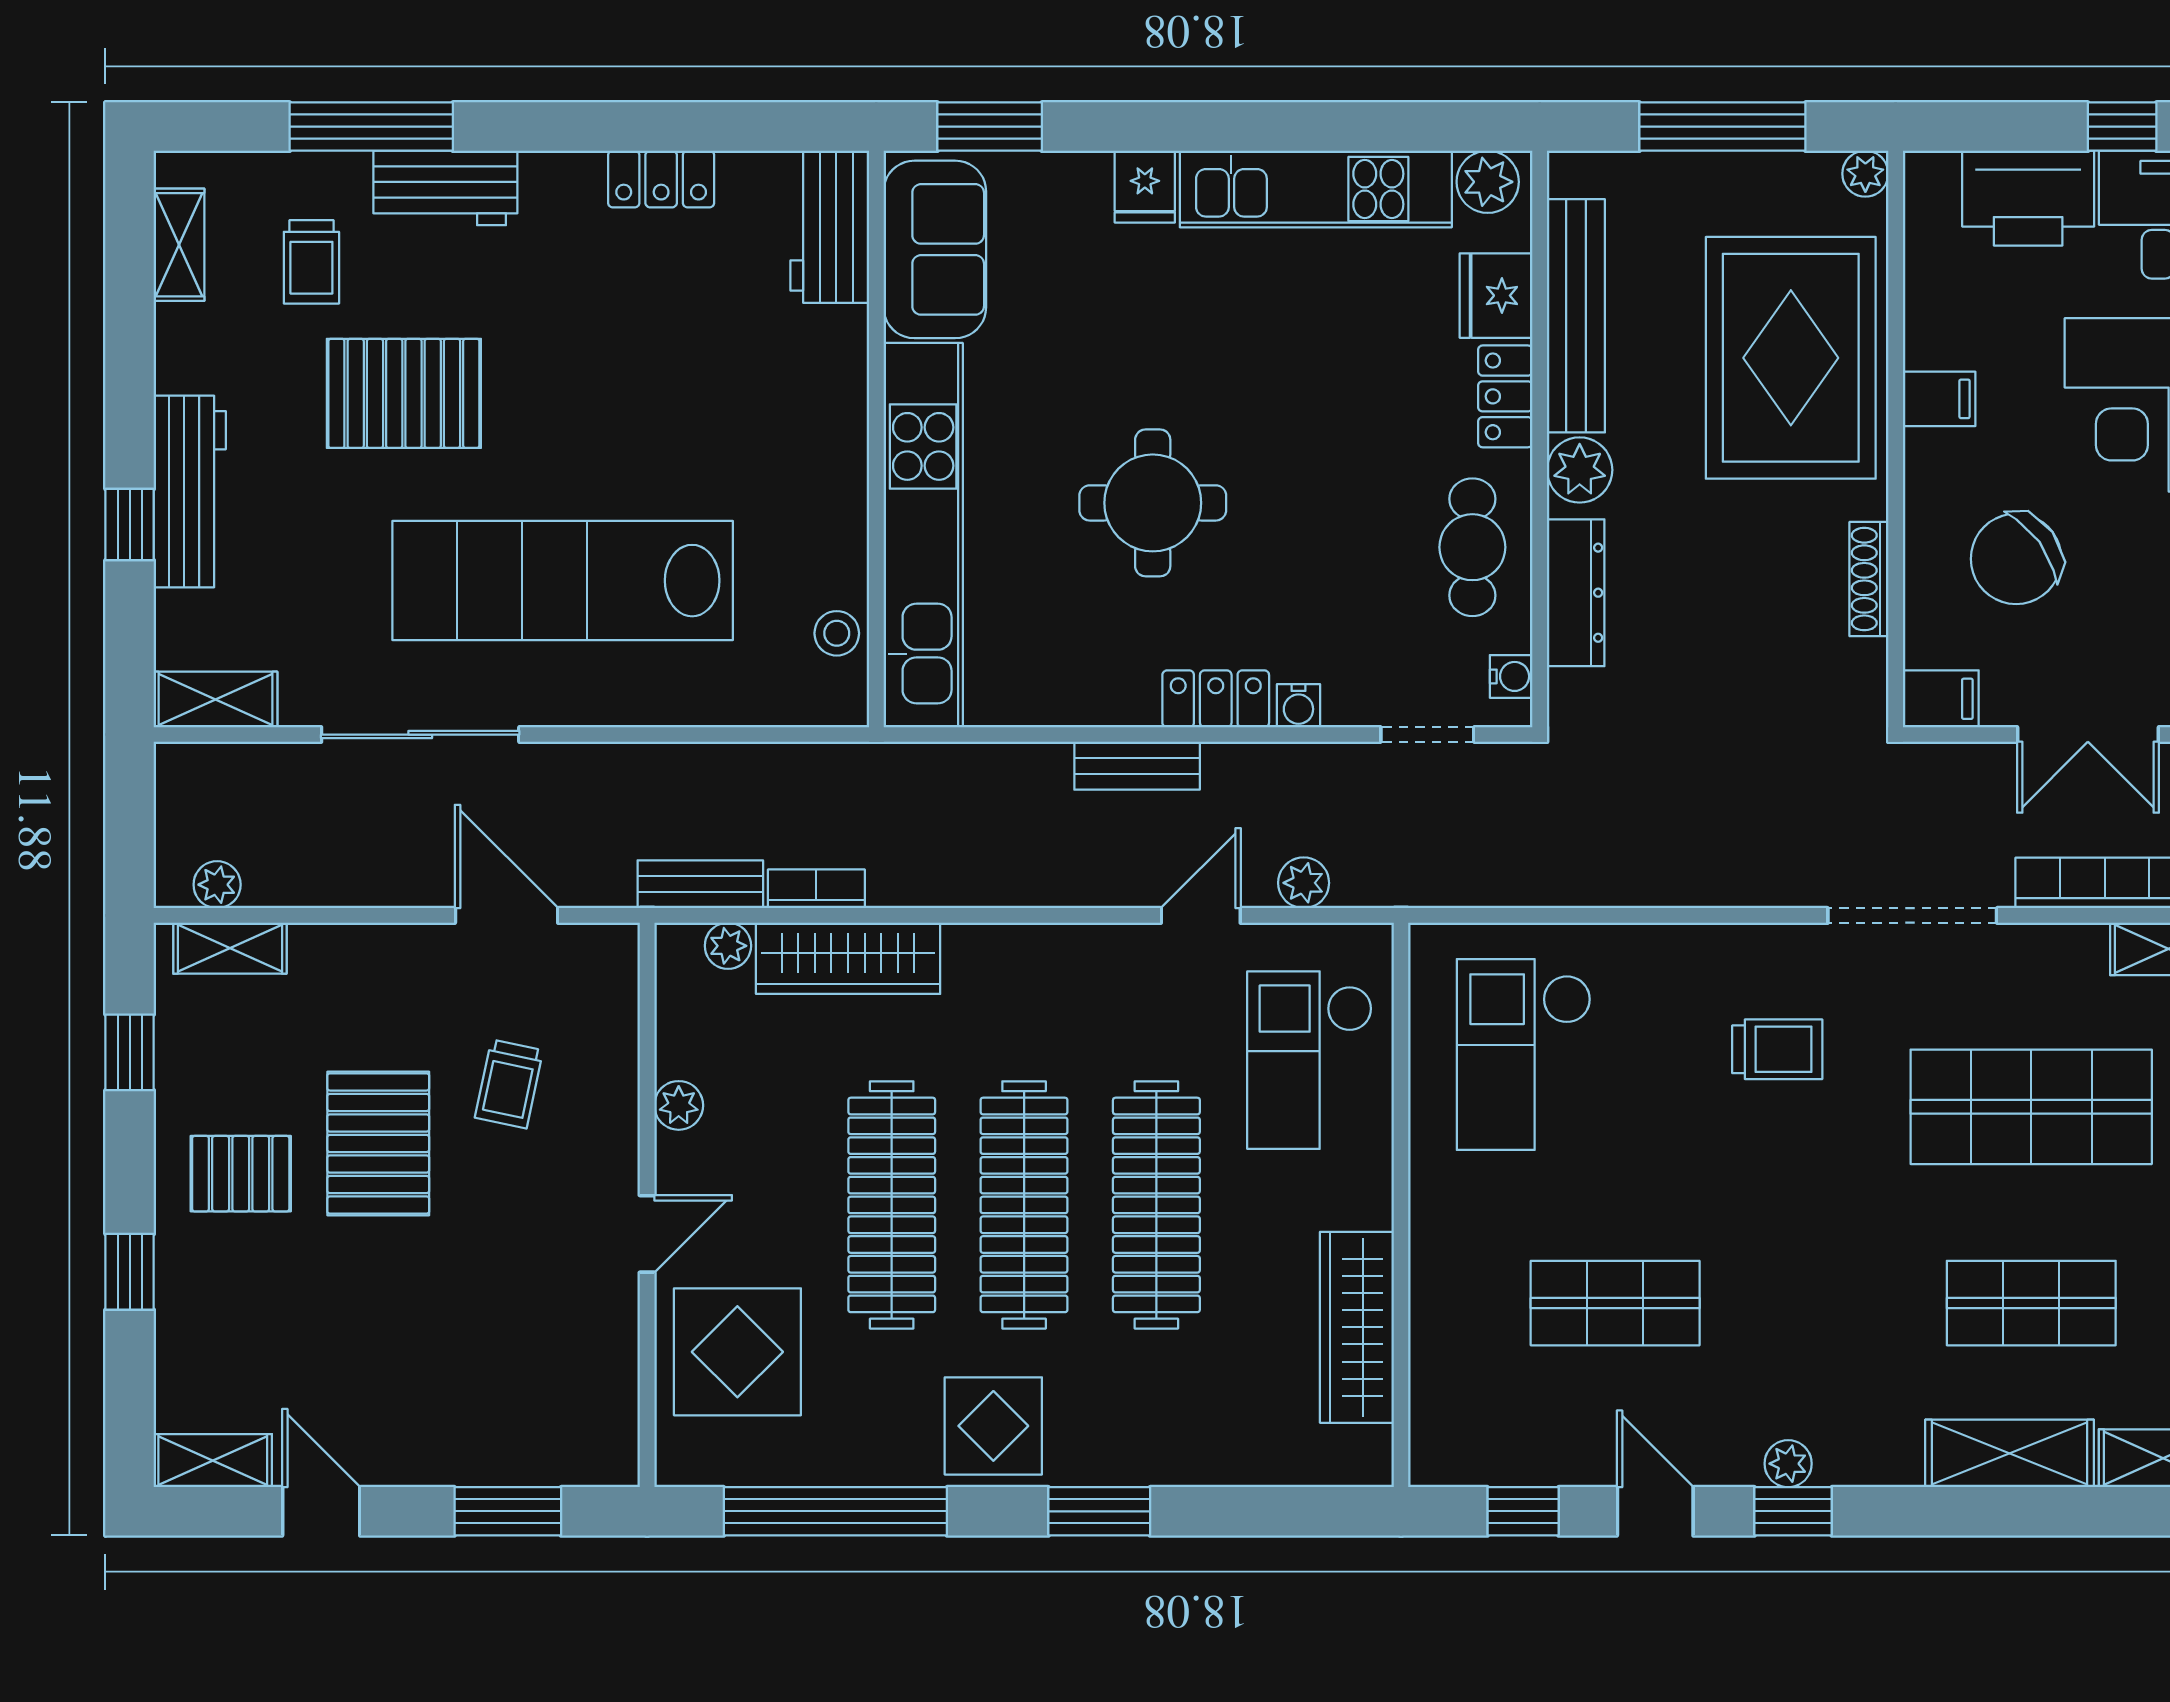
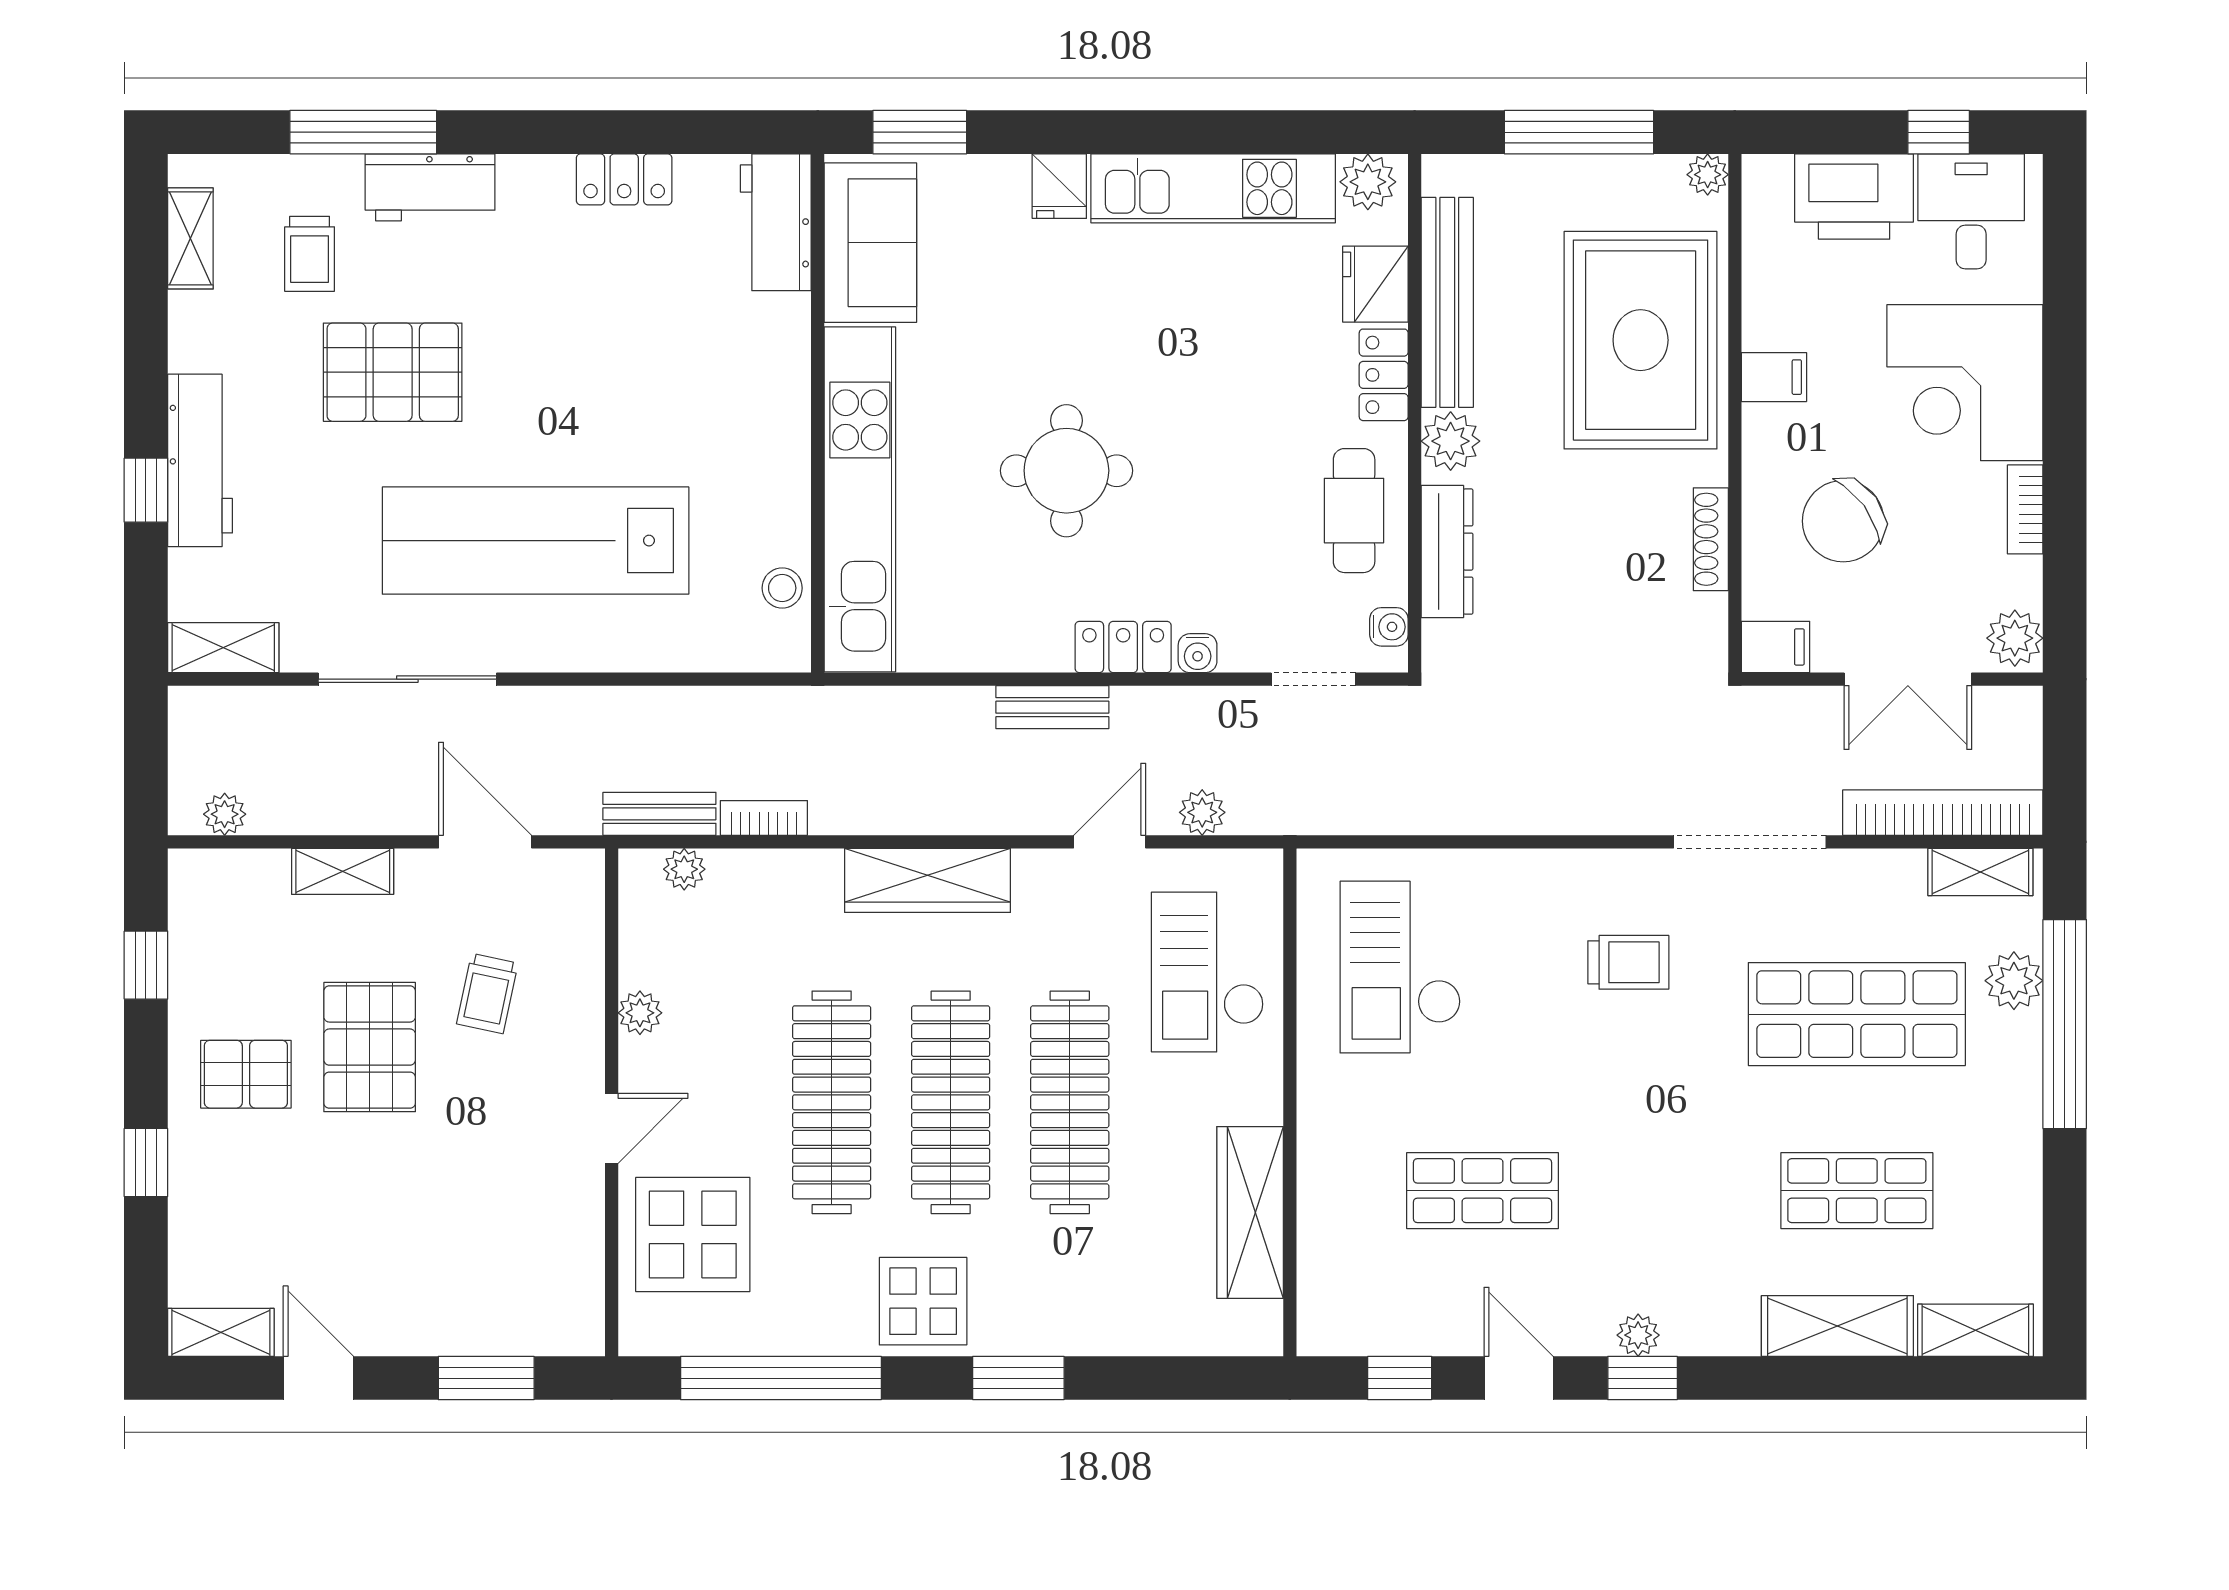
shelving: (230, 948) -> (343, 871), moved
wardrobe: (848, 958) -> (928, 880), moved

